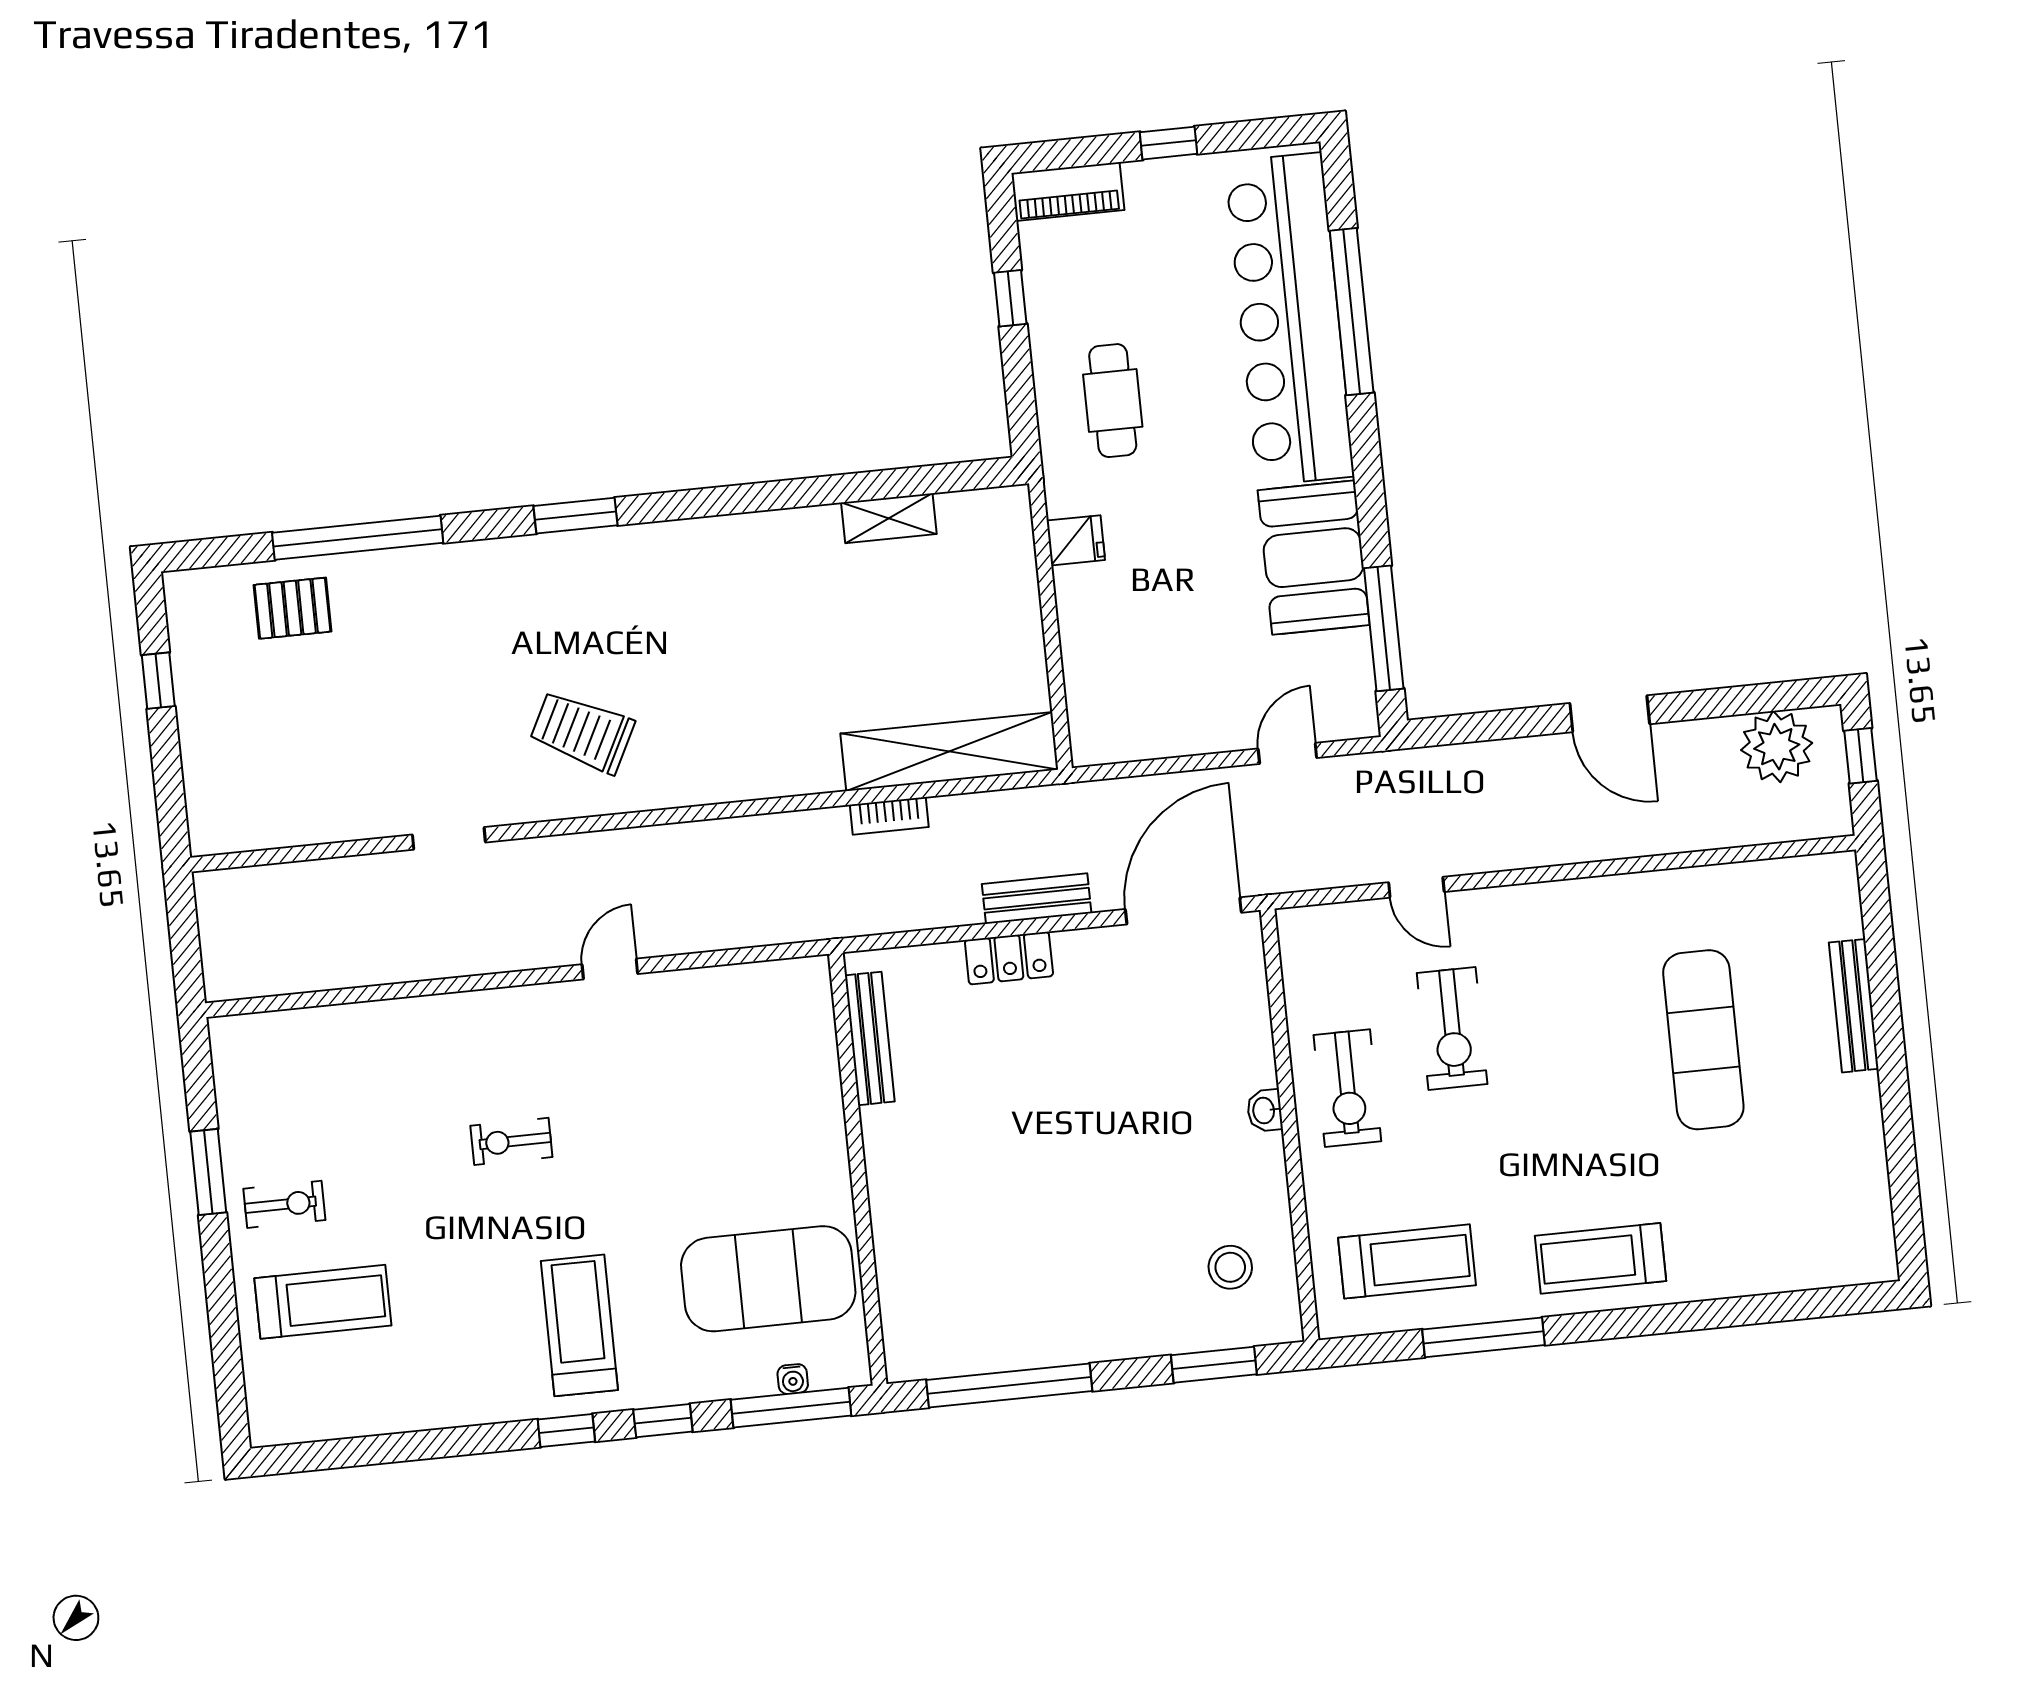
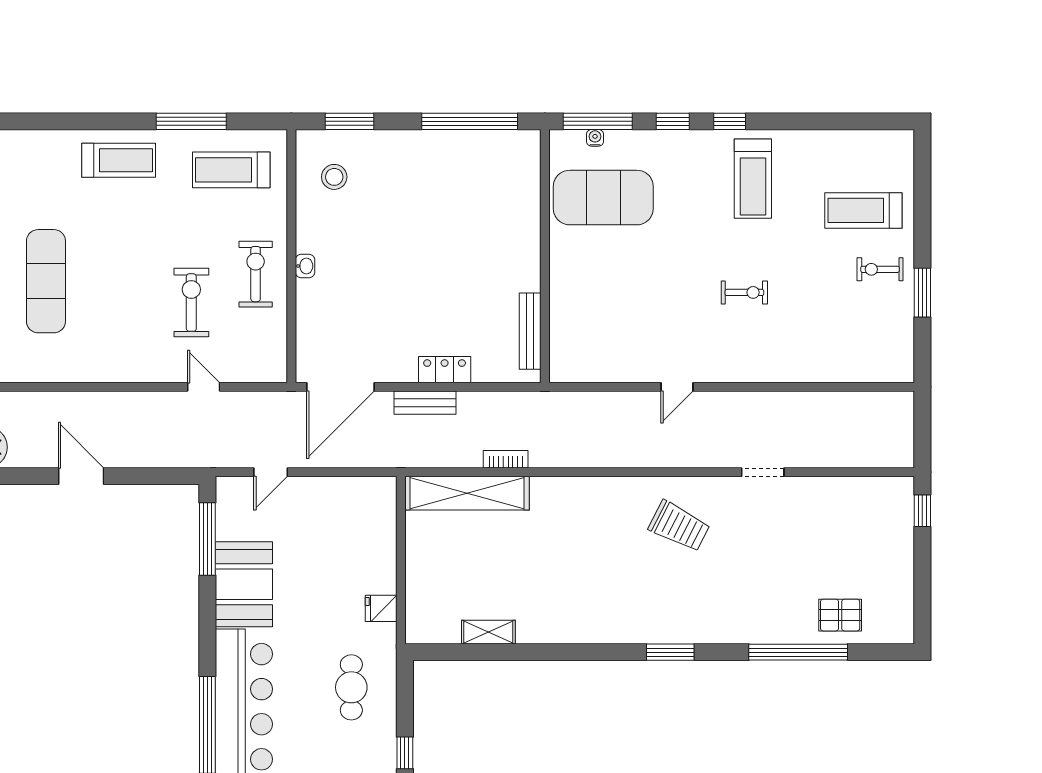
window: (158, 681) -> (922, 511), moved
treadmill: (579, 1325) -> (753, 179), moved

